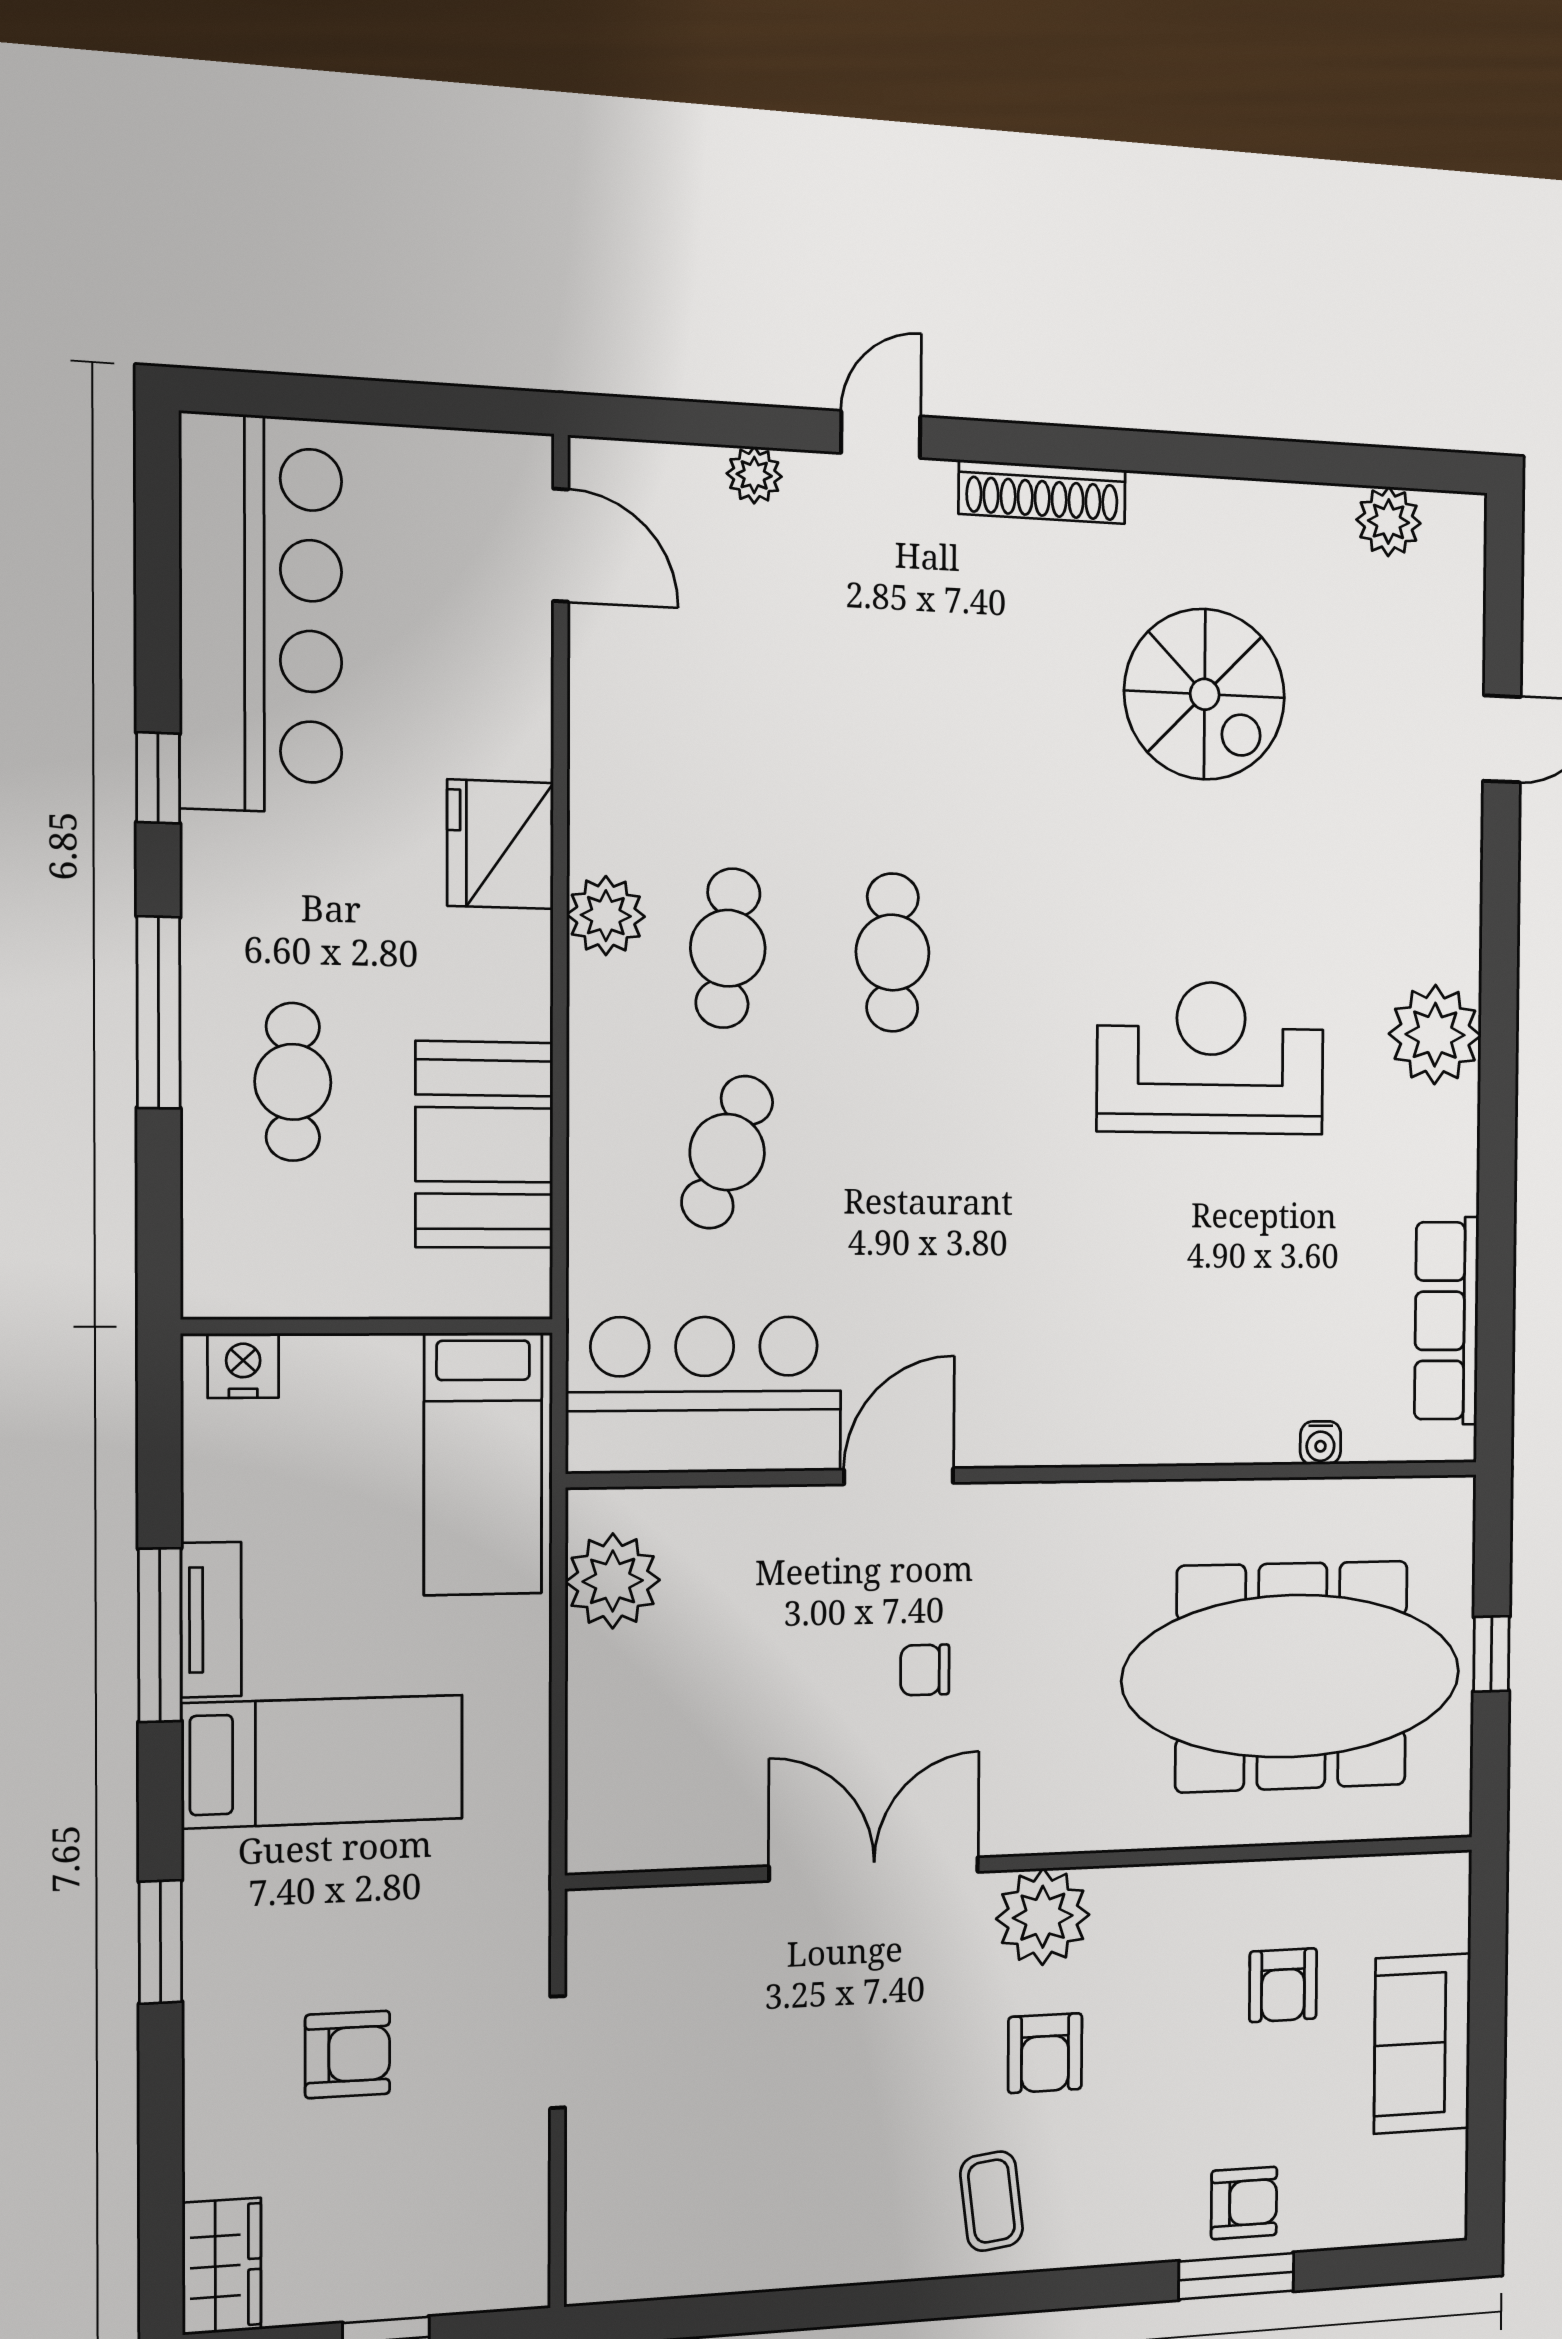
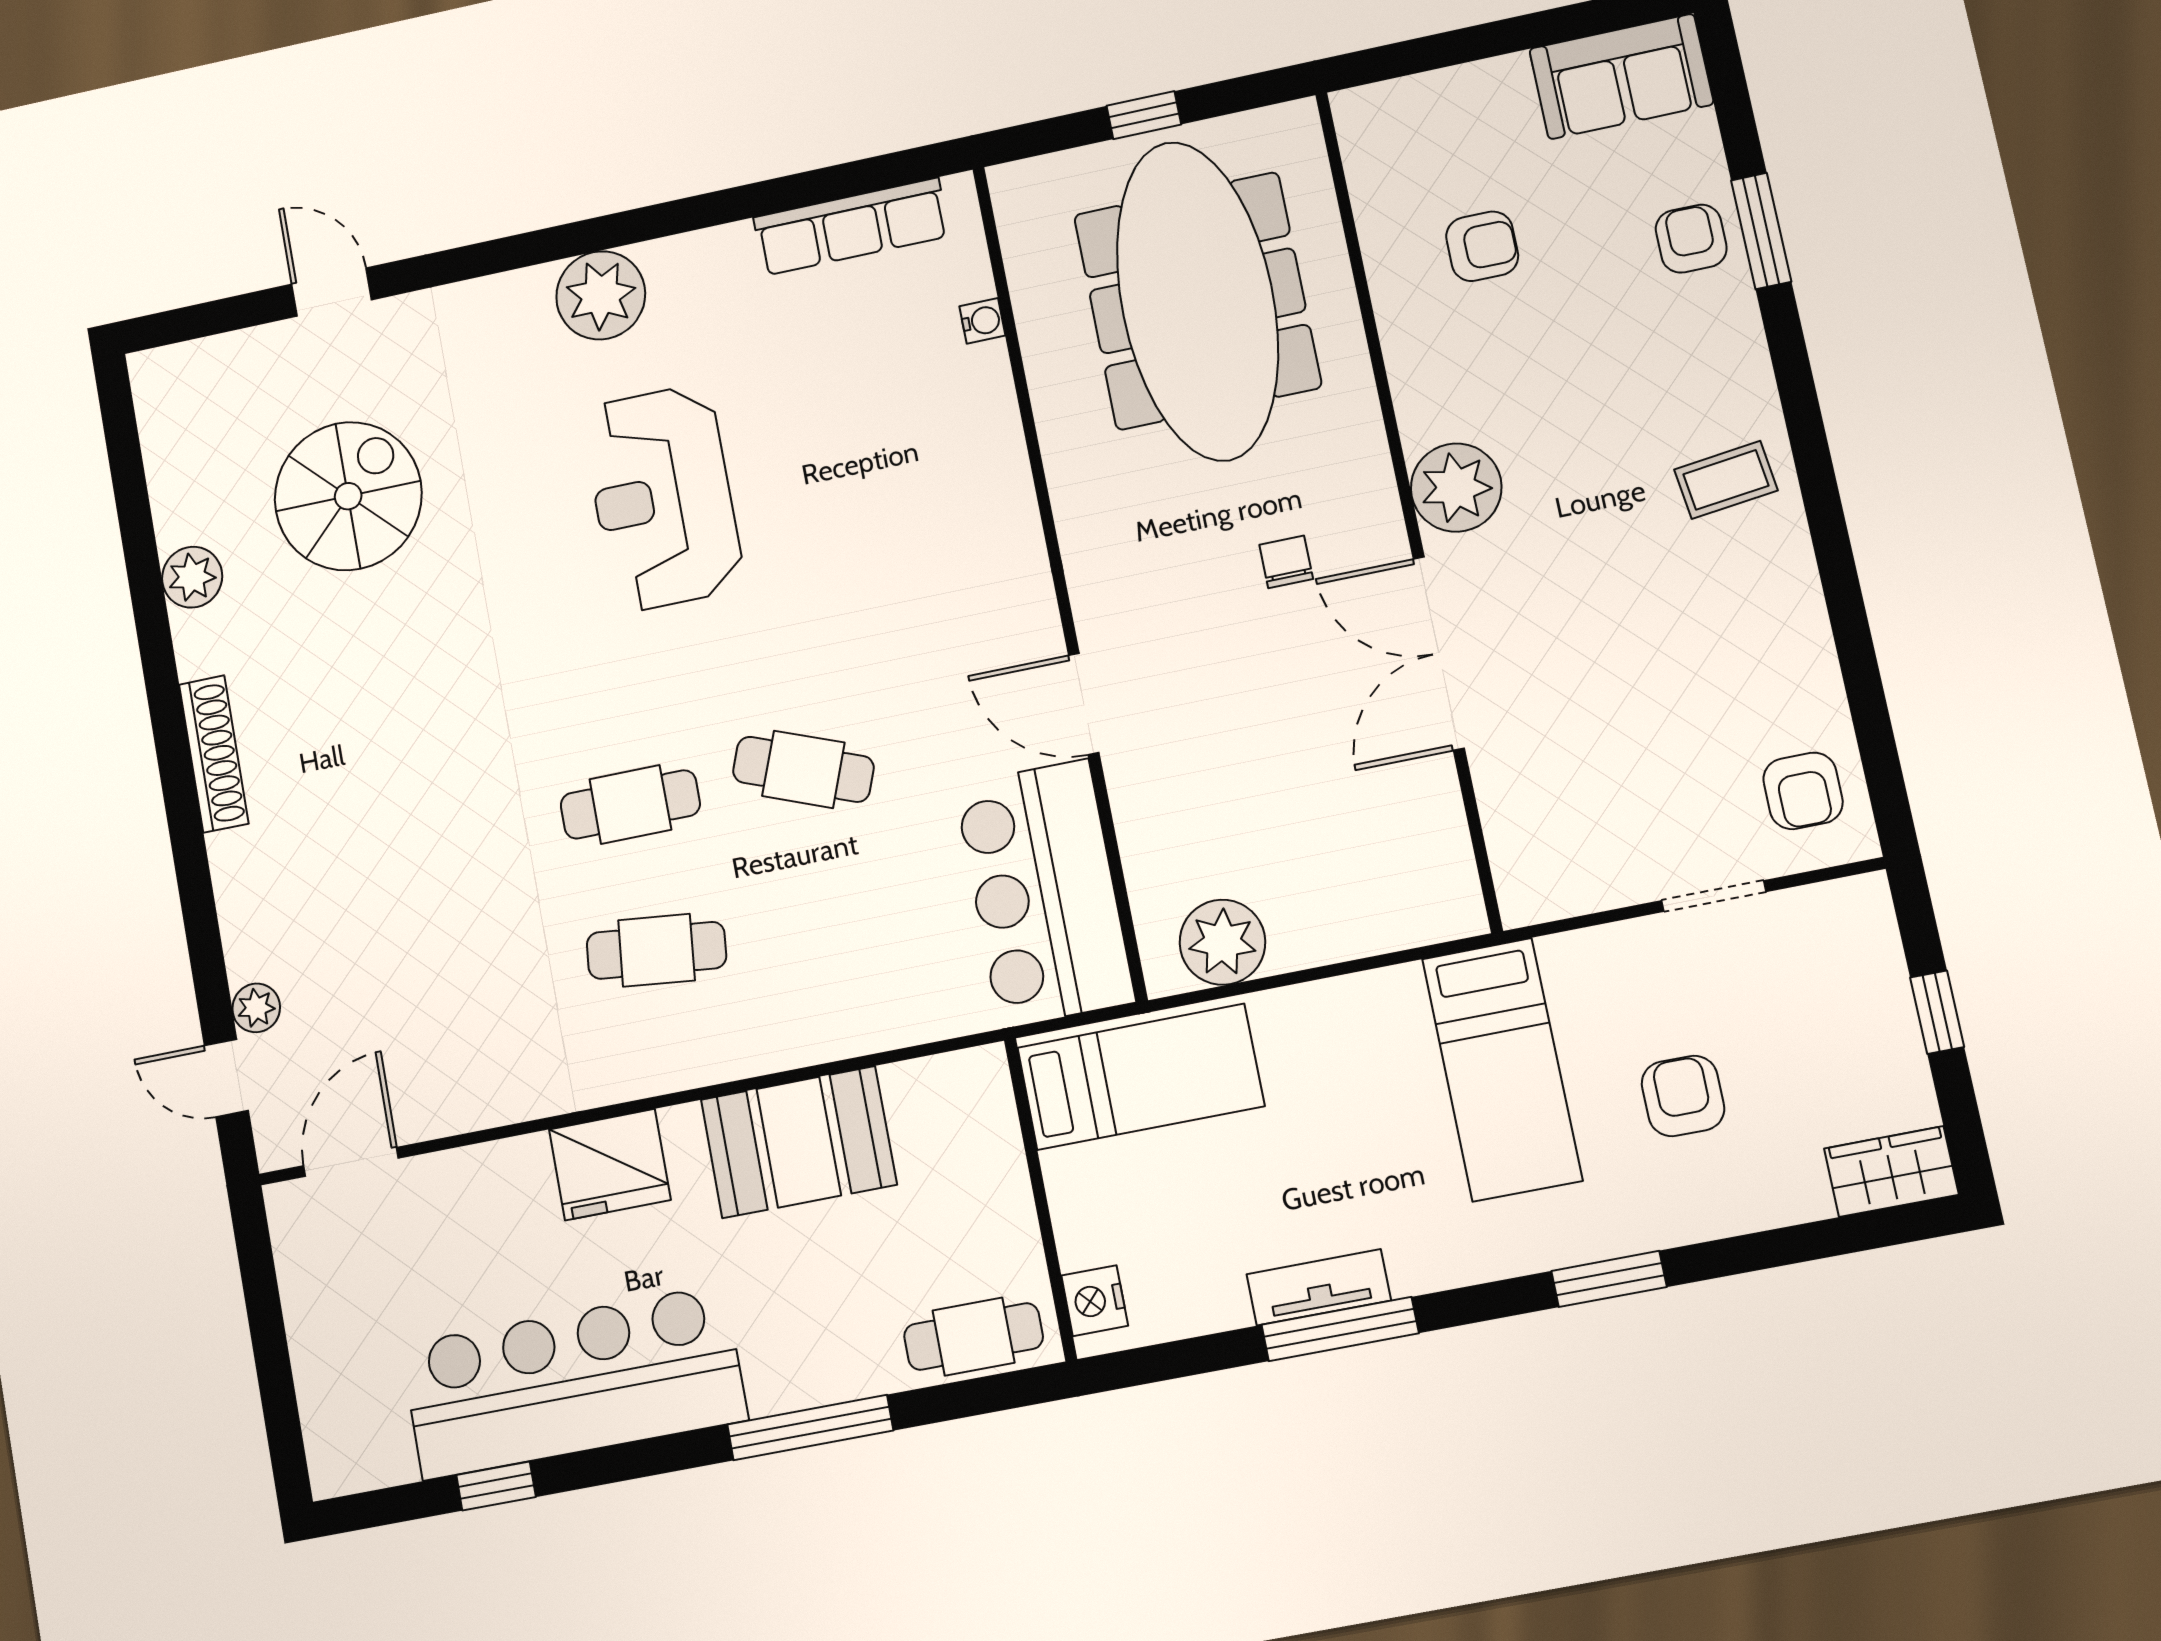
door: (881, 435) -> (226, 1078), moved
plant: (1389, 522) -> (192, 577), moved
bar counter: (261, 614) -> (573, 1382), moved
spiral stairs: (1205, 694) -> (348, 496), moved
window: (158, 778) -> (496, 1486), moved
plant: (606, 916) -> (651, 1062), removed
cafe table: (293, 1082) -> (973, 1337), moved
booth: (484, 1145) -> (799, 1142), moved
cafe table: (727, 1152) -> (803, 769), moved
chair: (925, 1670) -> (1286, 562), moved, turned 180
bed: (323, 1761) -> (1502, 1069), moved, turned 180
sofa: (1422, 2043) -> (1621, 77), moved
doorway: (558, 2052) -> (1714, 896), moved
armchair: (1045, 2053) -> (1803, 791), moved, turned 90

